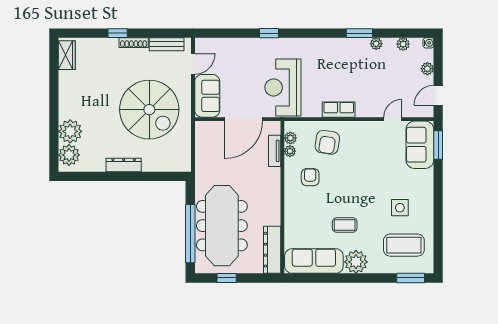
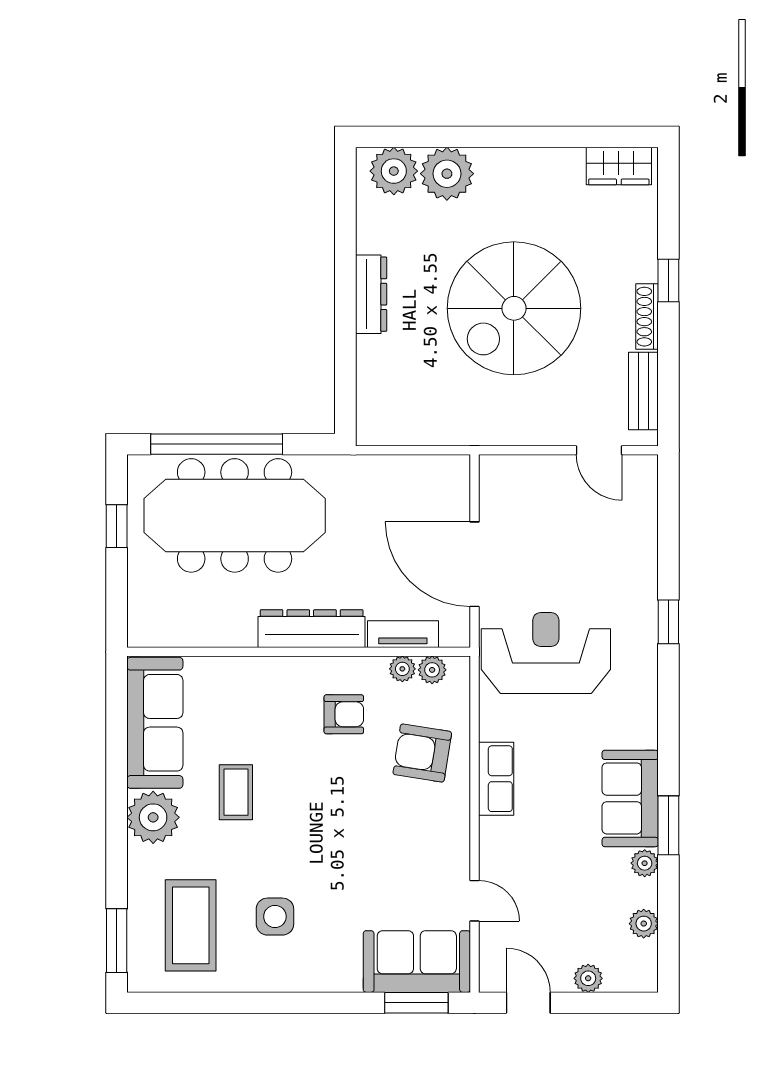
water cooler: (428, 43) -> (646, 981), removed
sofa: (207, 96) -> (630, 798), moved, turned 90
spiral stairs: (149, 110) -> (514, 308), moved
dresser: (272, 250) -> (312, 629), moved

